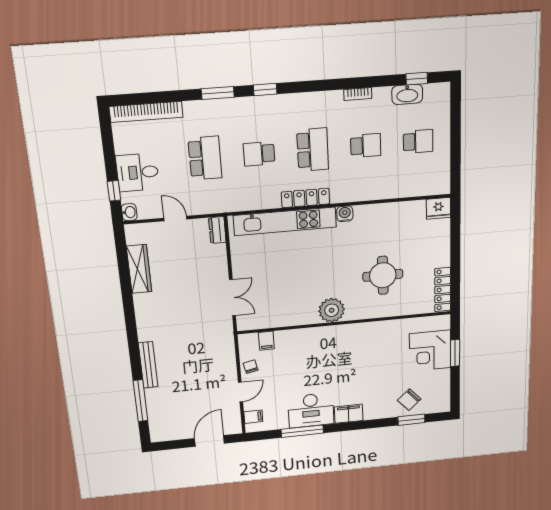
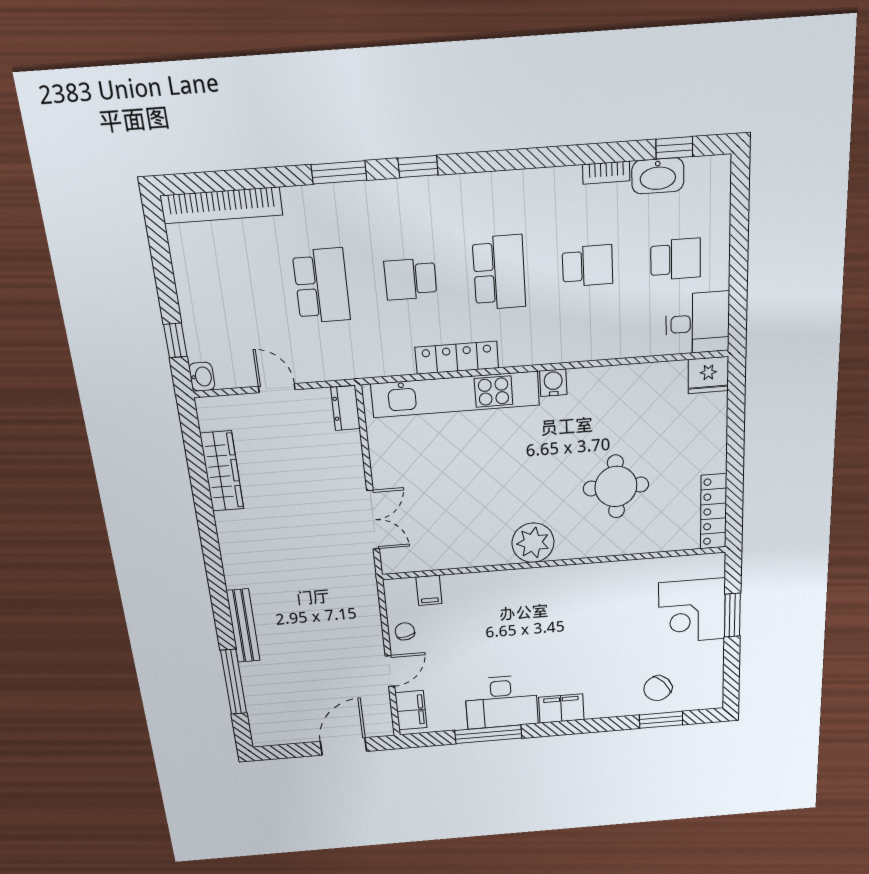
bookcase: (358, 94) -> (606, 173), moved
desk: (137, 172) -> (698, 323), moved, turned 180
locker: (305, 198) -> (457, 358), moved
filing cabinet: (253, 417) -> (411, 710), width x2.00

